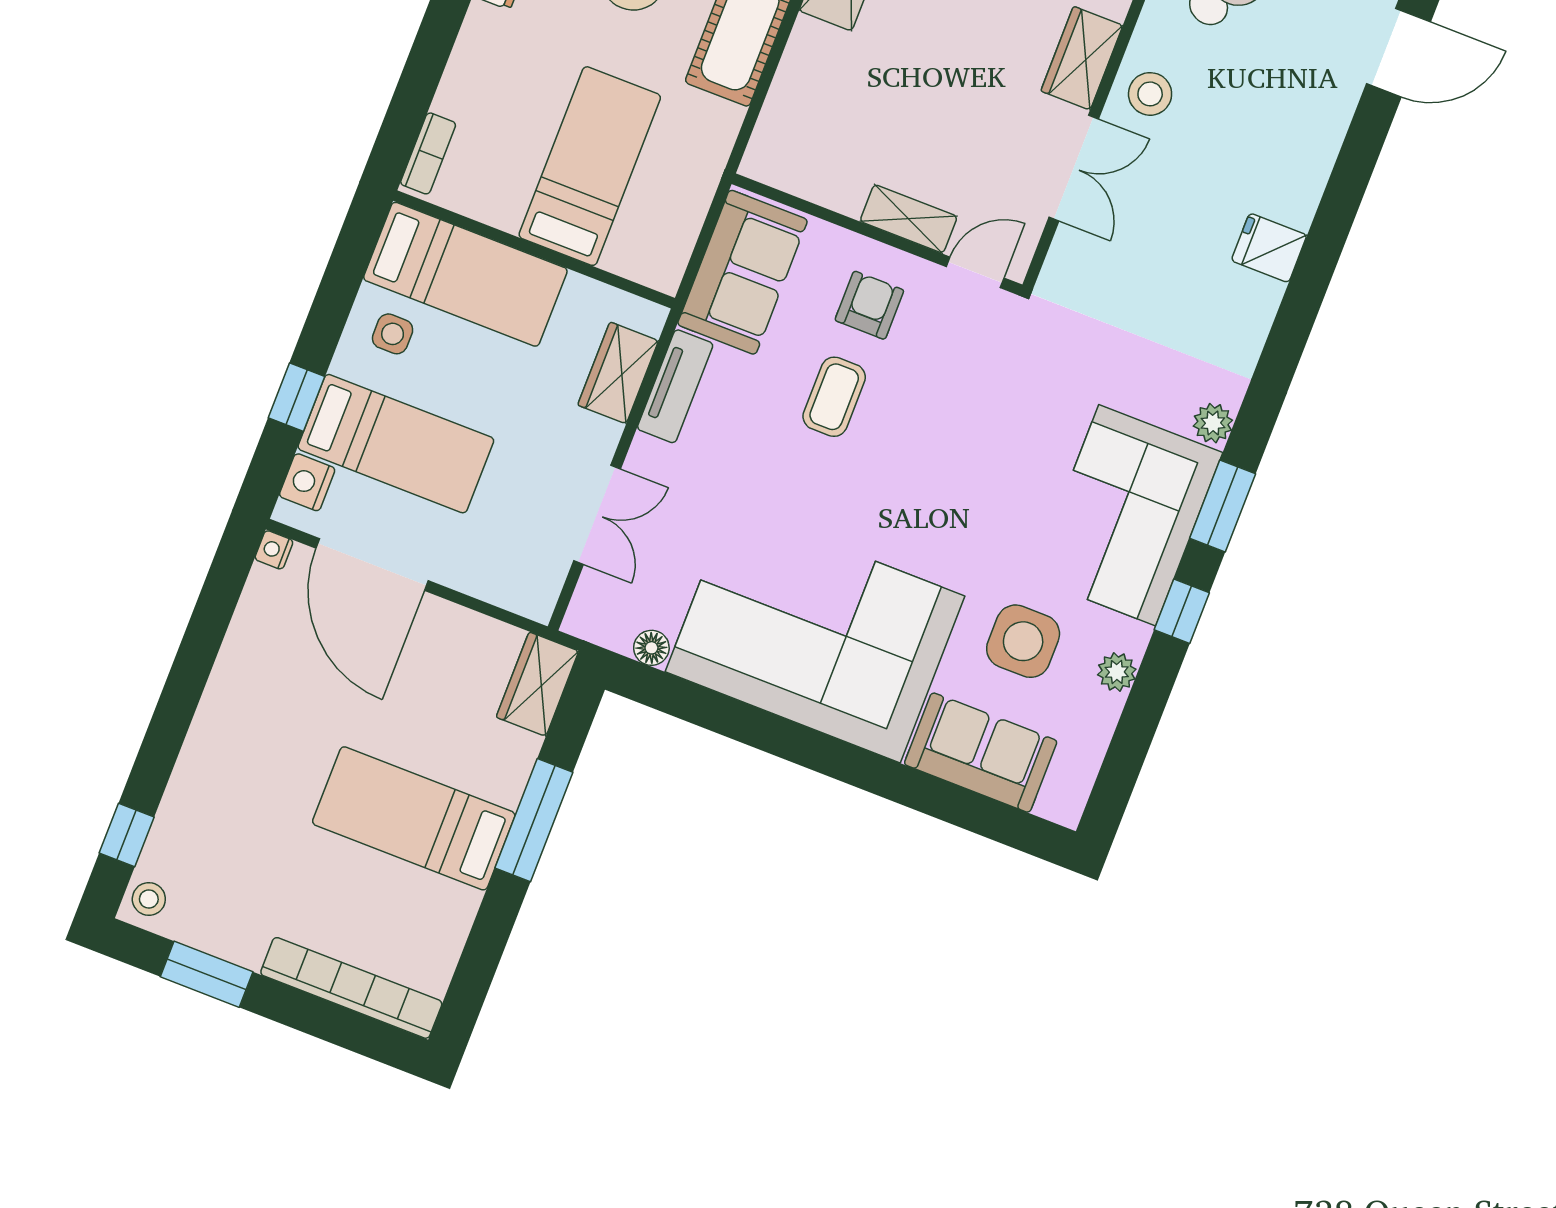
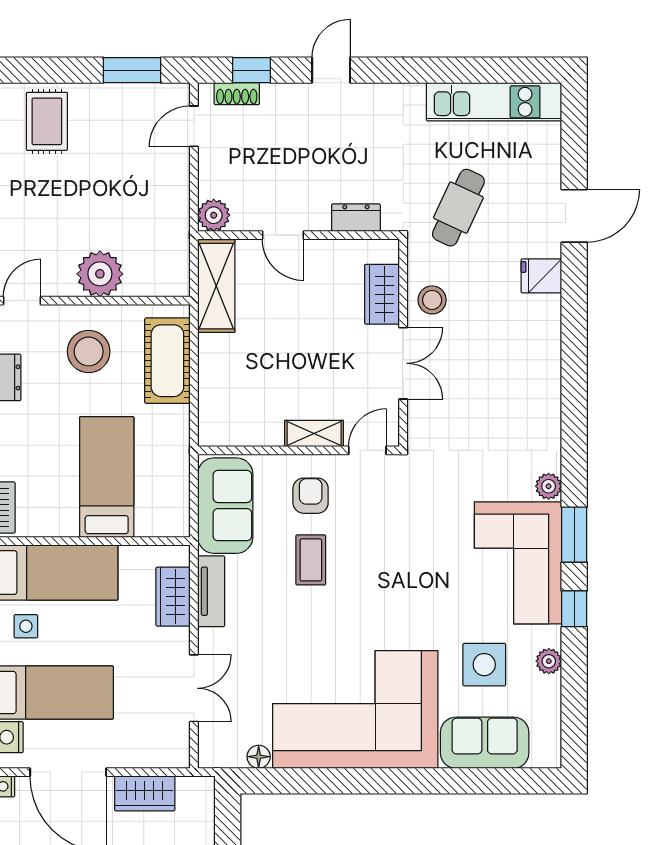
fridge: (1269, 248) -> (541, 276), moved
wardrobe: (538, 684) -> (145, 793), moved, turned -90

